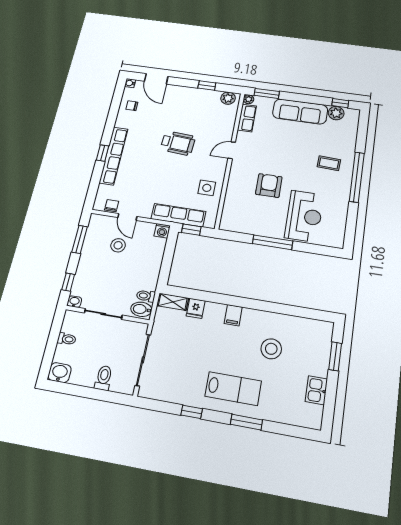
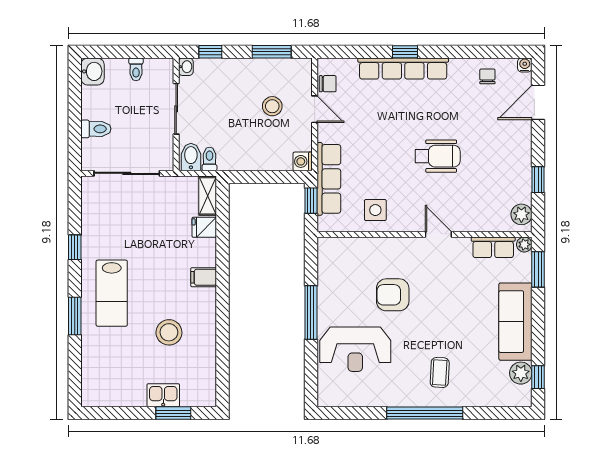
wheelchair: (178, 143) -> (438, 156), turned -94
armchair: (269, 185) -> (393, 295), turned 180
door: (127, 217) -> (315, 109), swing flipped
kitchen sink: (316, 390) -> (163, 395), moved

